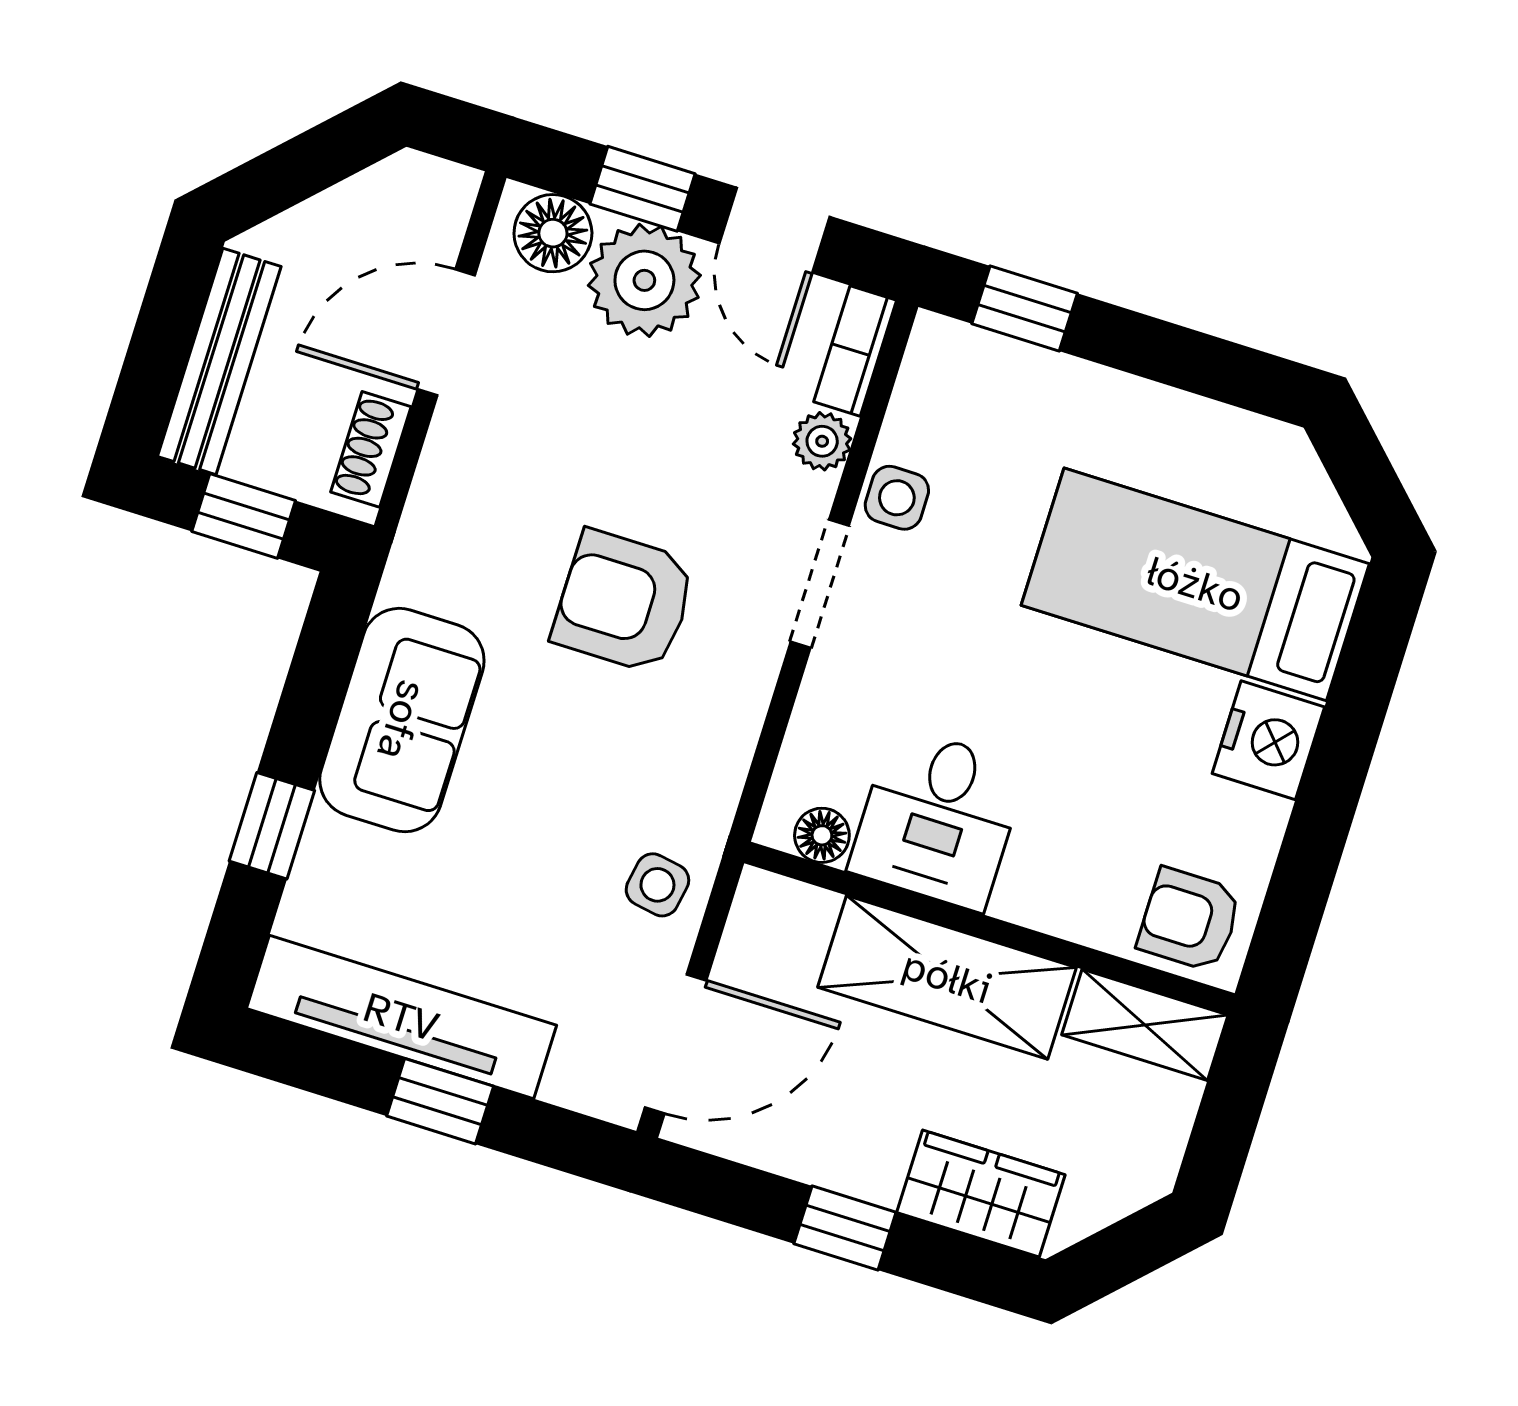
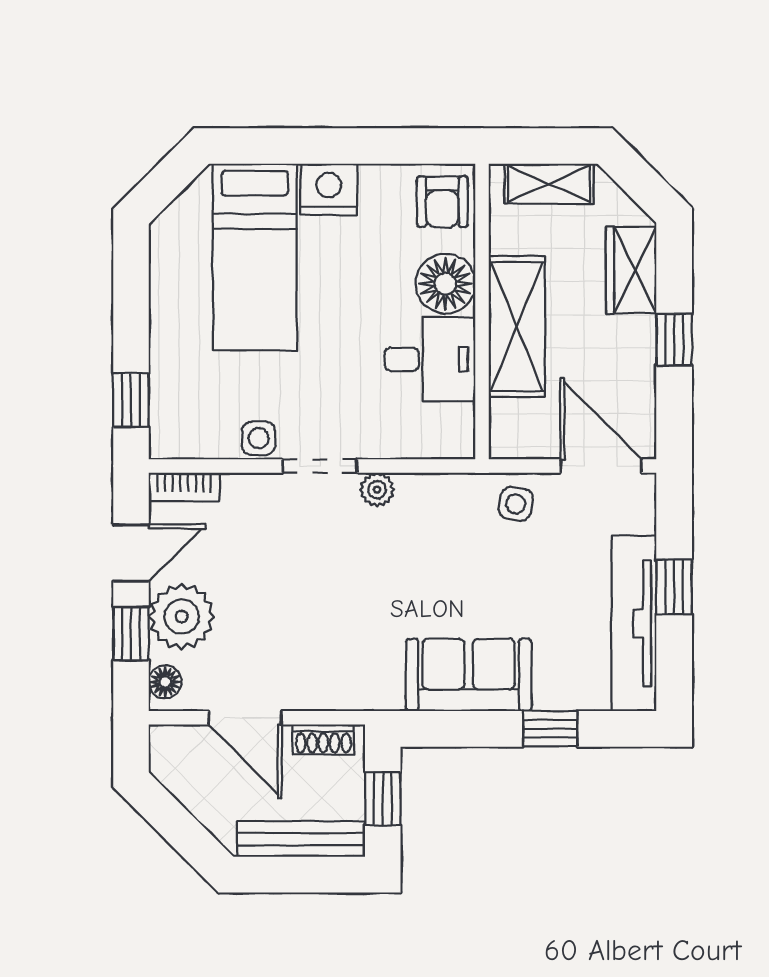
floor lamp: (553, 233) -> (165, 682), width x0.73, depth x0.73
plant: (822, 441) -> (377, 490), moved
armchair: (624, 602) -> (364, 572), removed
floor lamp: (822, 835) -> (445, 284), moved, width x1.89, depth x1.89
shelving: (1145, 1025) -> (549, 184), moved, turned 90

